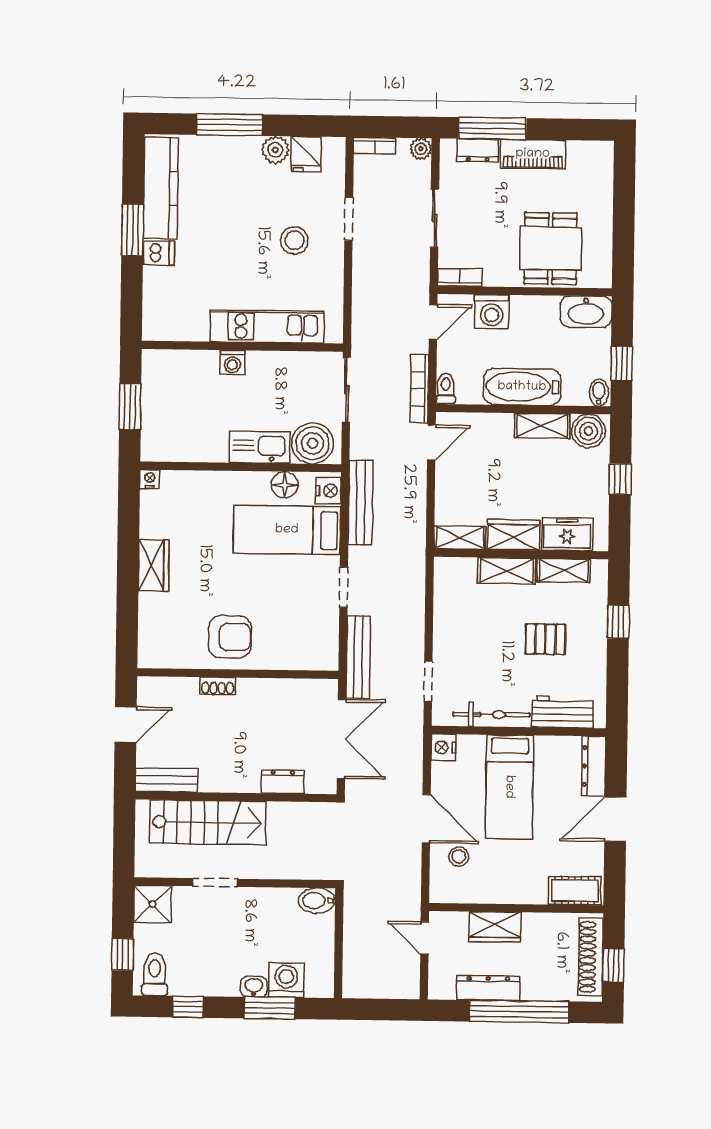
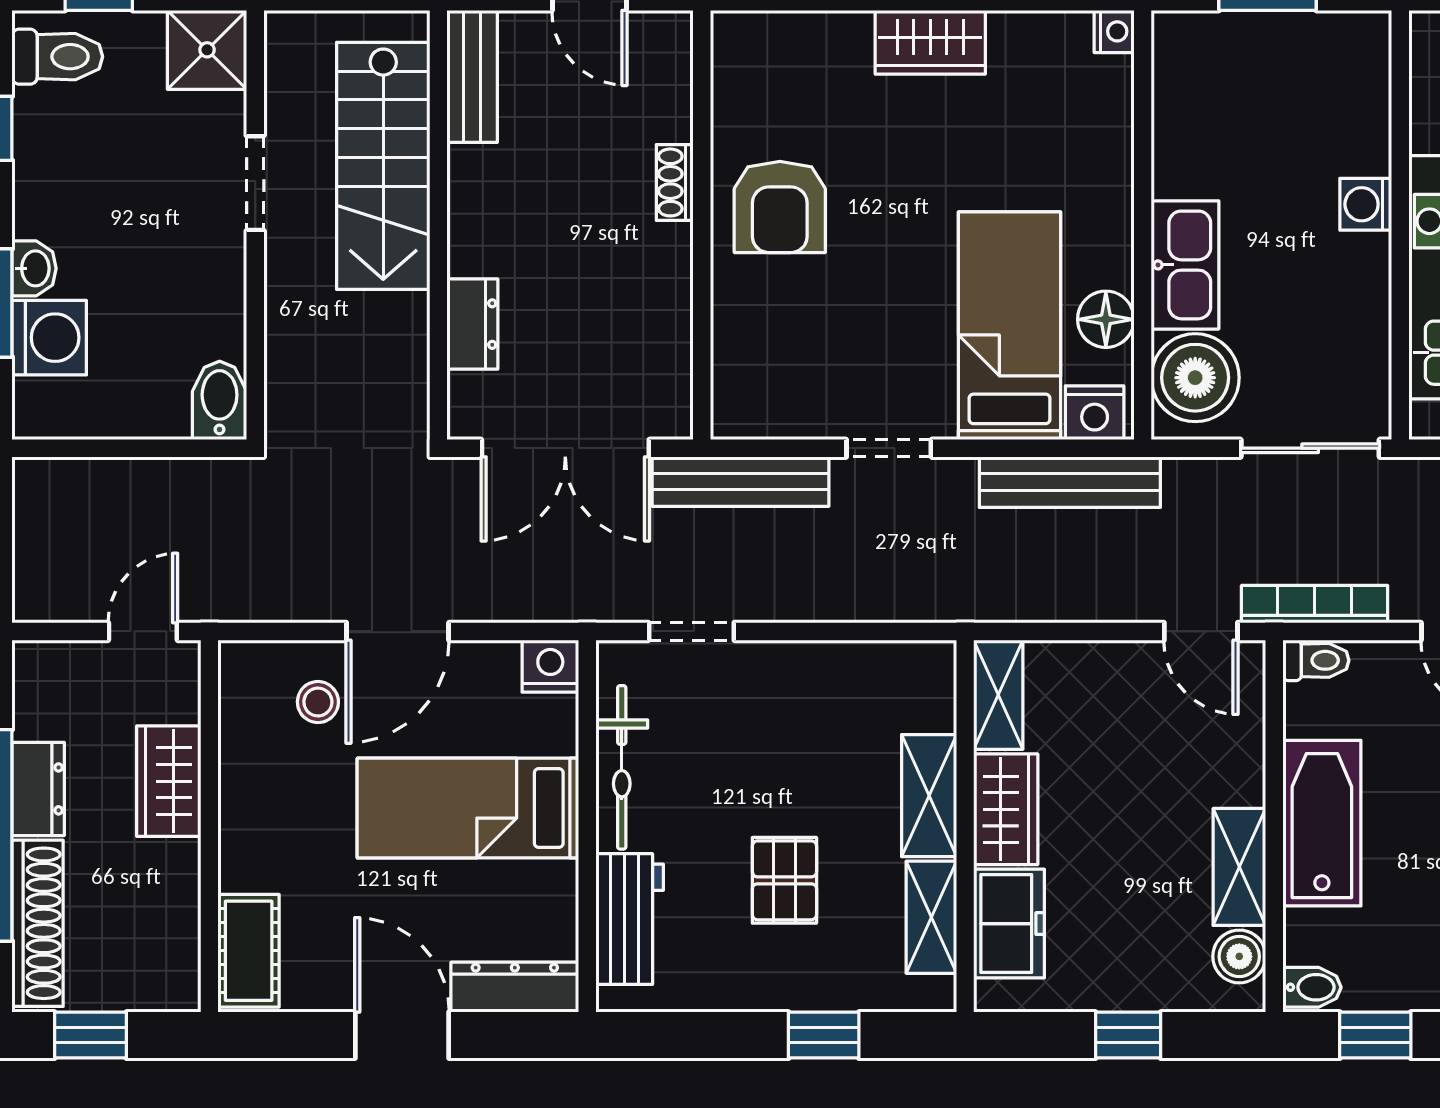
boiler: (588, 431) -> (1239, 956), width x0.73, depth x0.73
shoe rack: (591, 957) -> (38, 923), moved, turned 90
dresser: (488, 988) -> (38, 789), width x0.70

